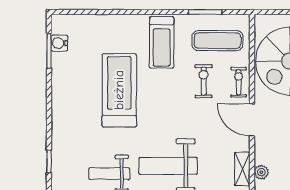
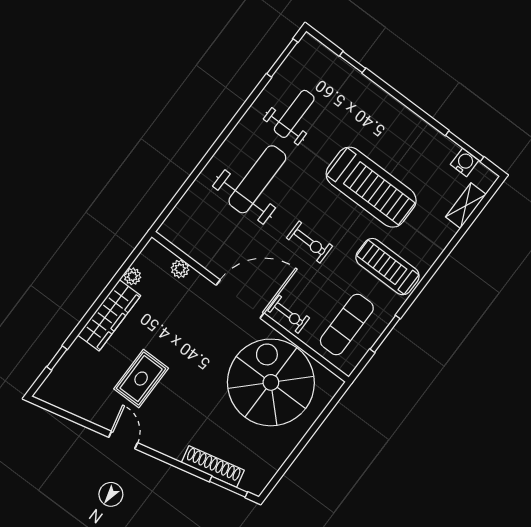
exercise bike: (204, 81) -> (309, 242), moved
door: (252, 120) -> (240, 299), width x1.36
shelving: (242, 169) -> (466, 206), moved, turned 90

